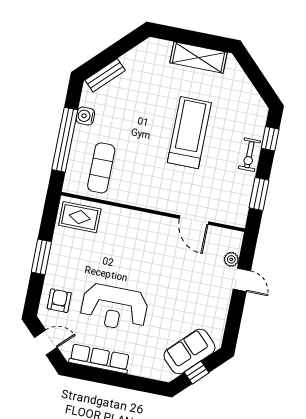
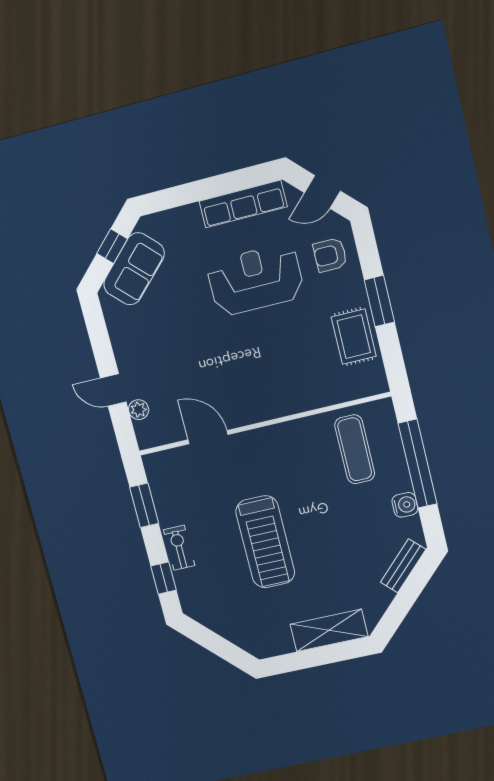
shelving: (199, 58) -> (329, 630), moved
rug: (80, 217) -> (354, 337), moved, turned 90
armchair: (59, 301) -> (330, 255), turned 90

